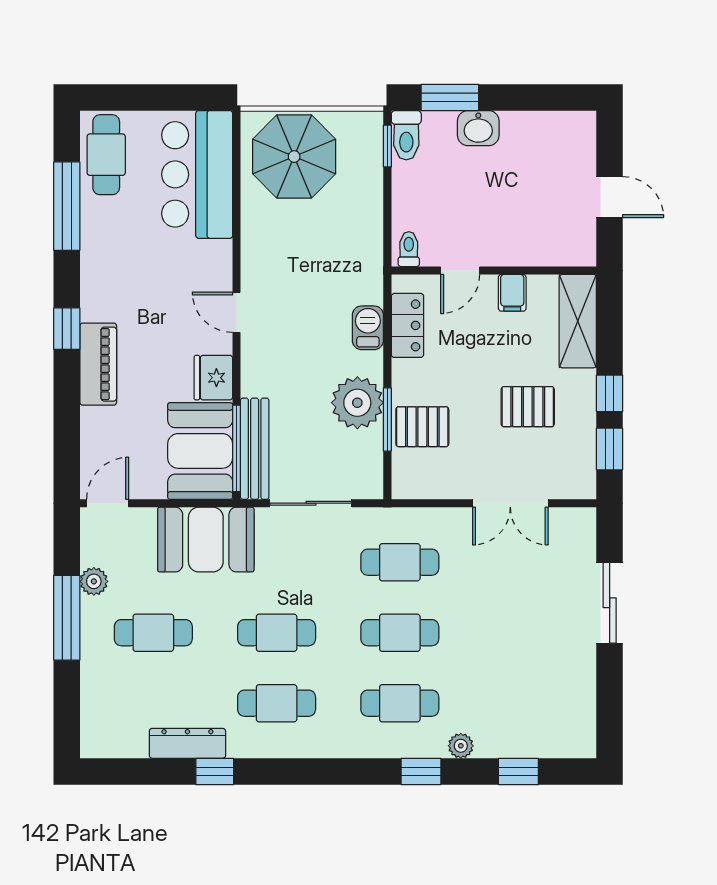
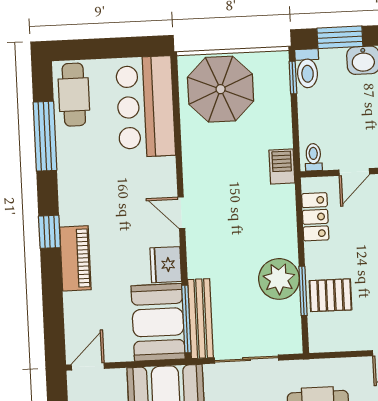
barbecue: (368, 328) -> (282, 167), moved

